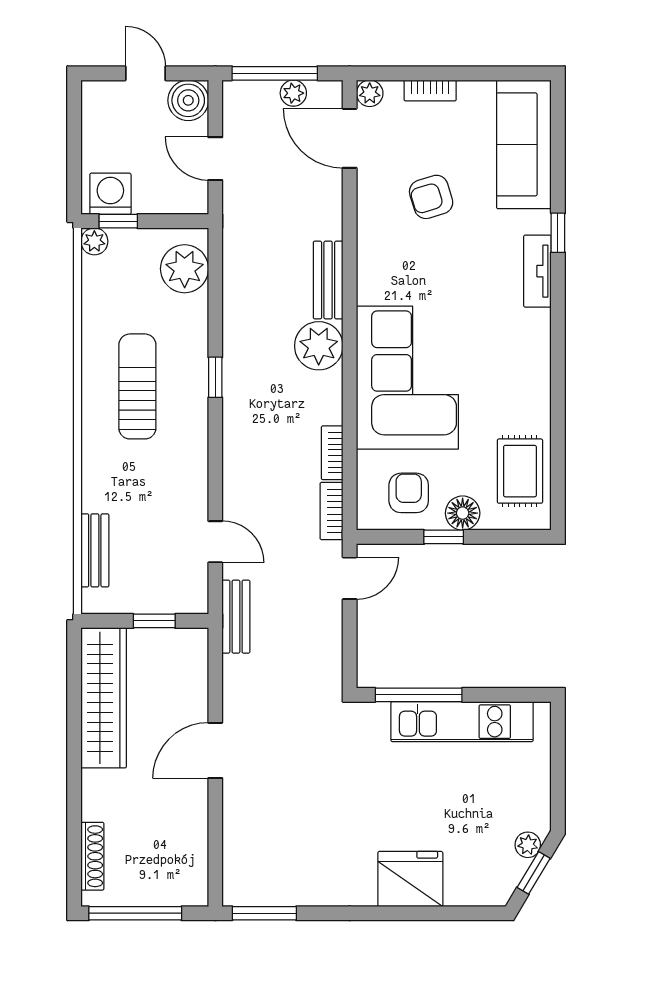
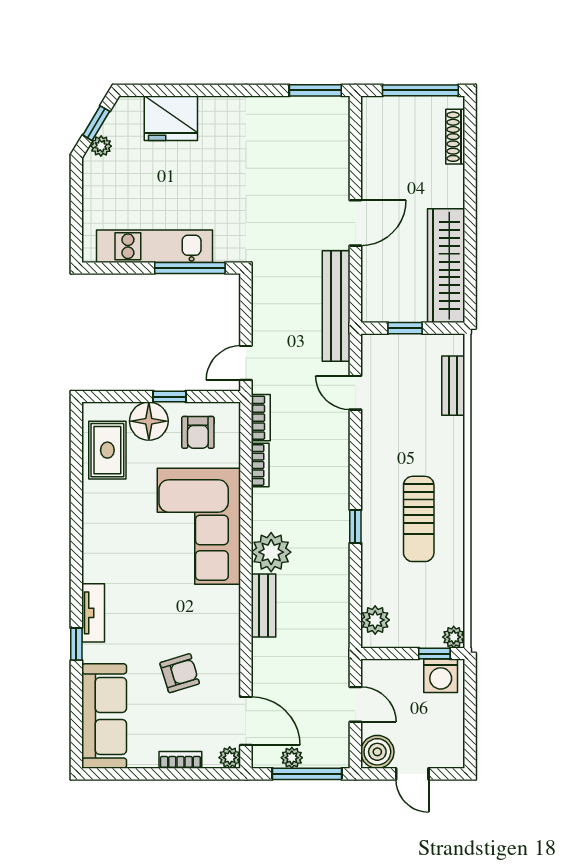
plant: (185, 269) -> (375, 620), width x0.73, depth x0.73
floor lamp: (463, 513) -> (149, 421), width x1.38, depth x1.38
bench: (236, 617) -> (336, 306), width x1.86, depth x1.21
fridge: (410, 879) -> (171, 118), moved

